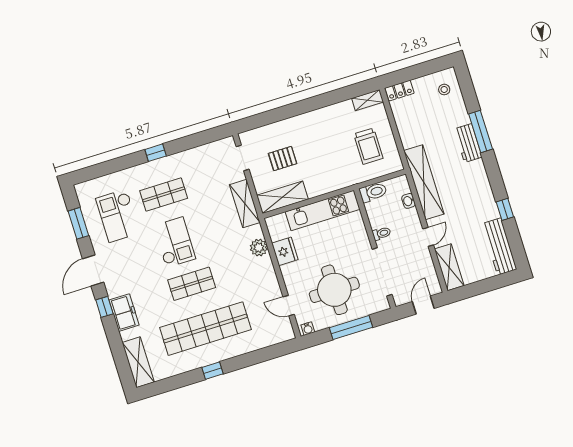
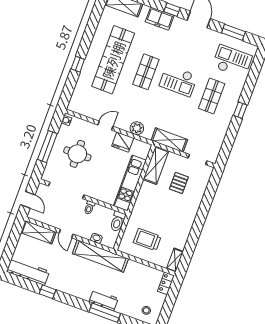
checkout: (118, 216) -> (232, 61), moved
round table: (334, 290) -> (77, 154), width x0.73, depth x0.73
door: (289, 306) -> (105, 126), moved
window: (213, 371) -> (78, 64), moved

